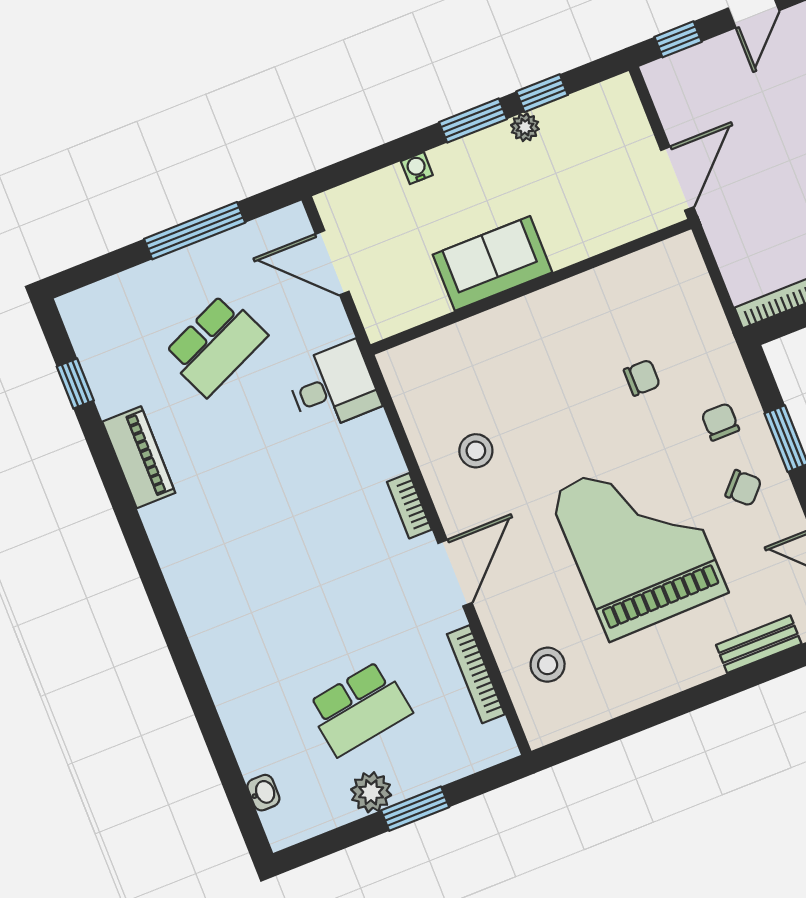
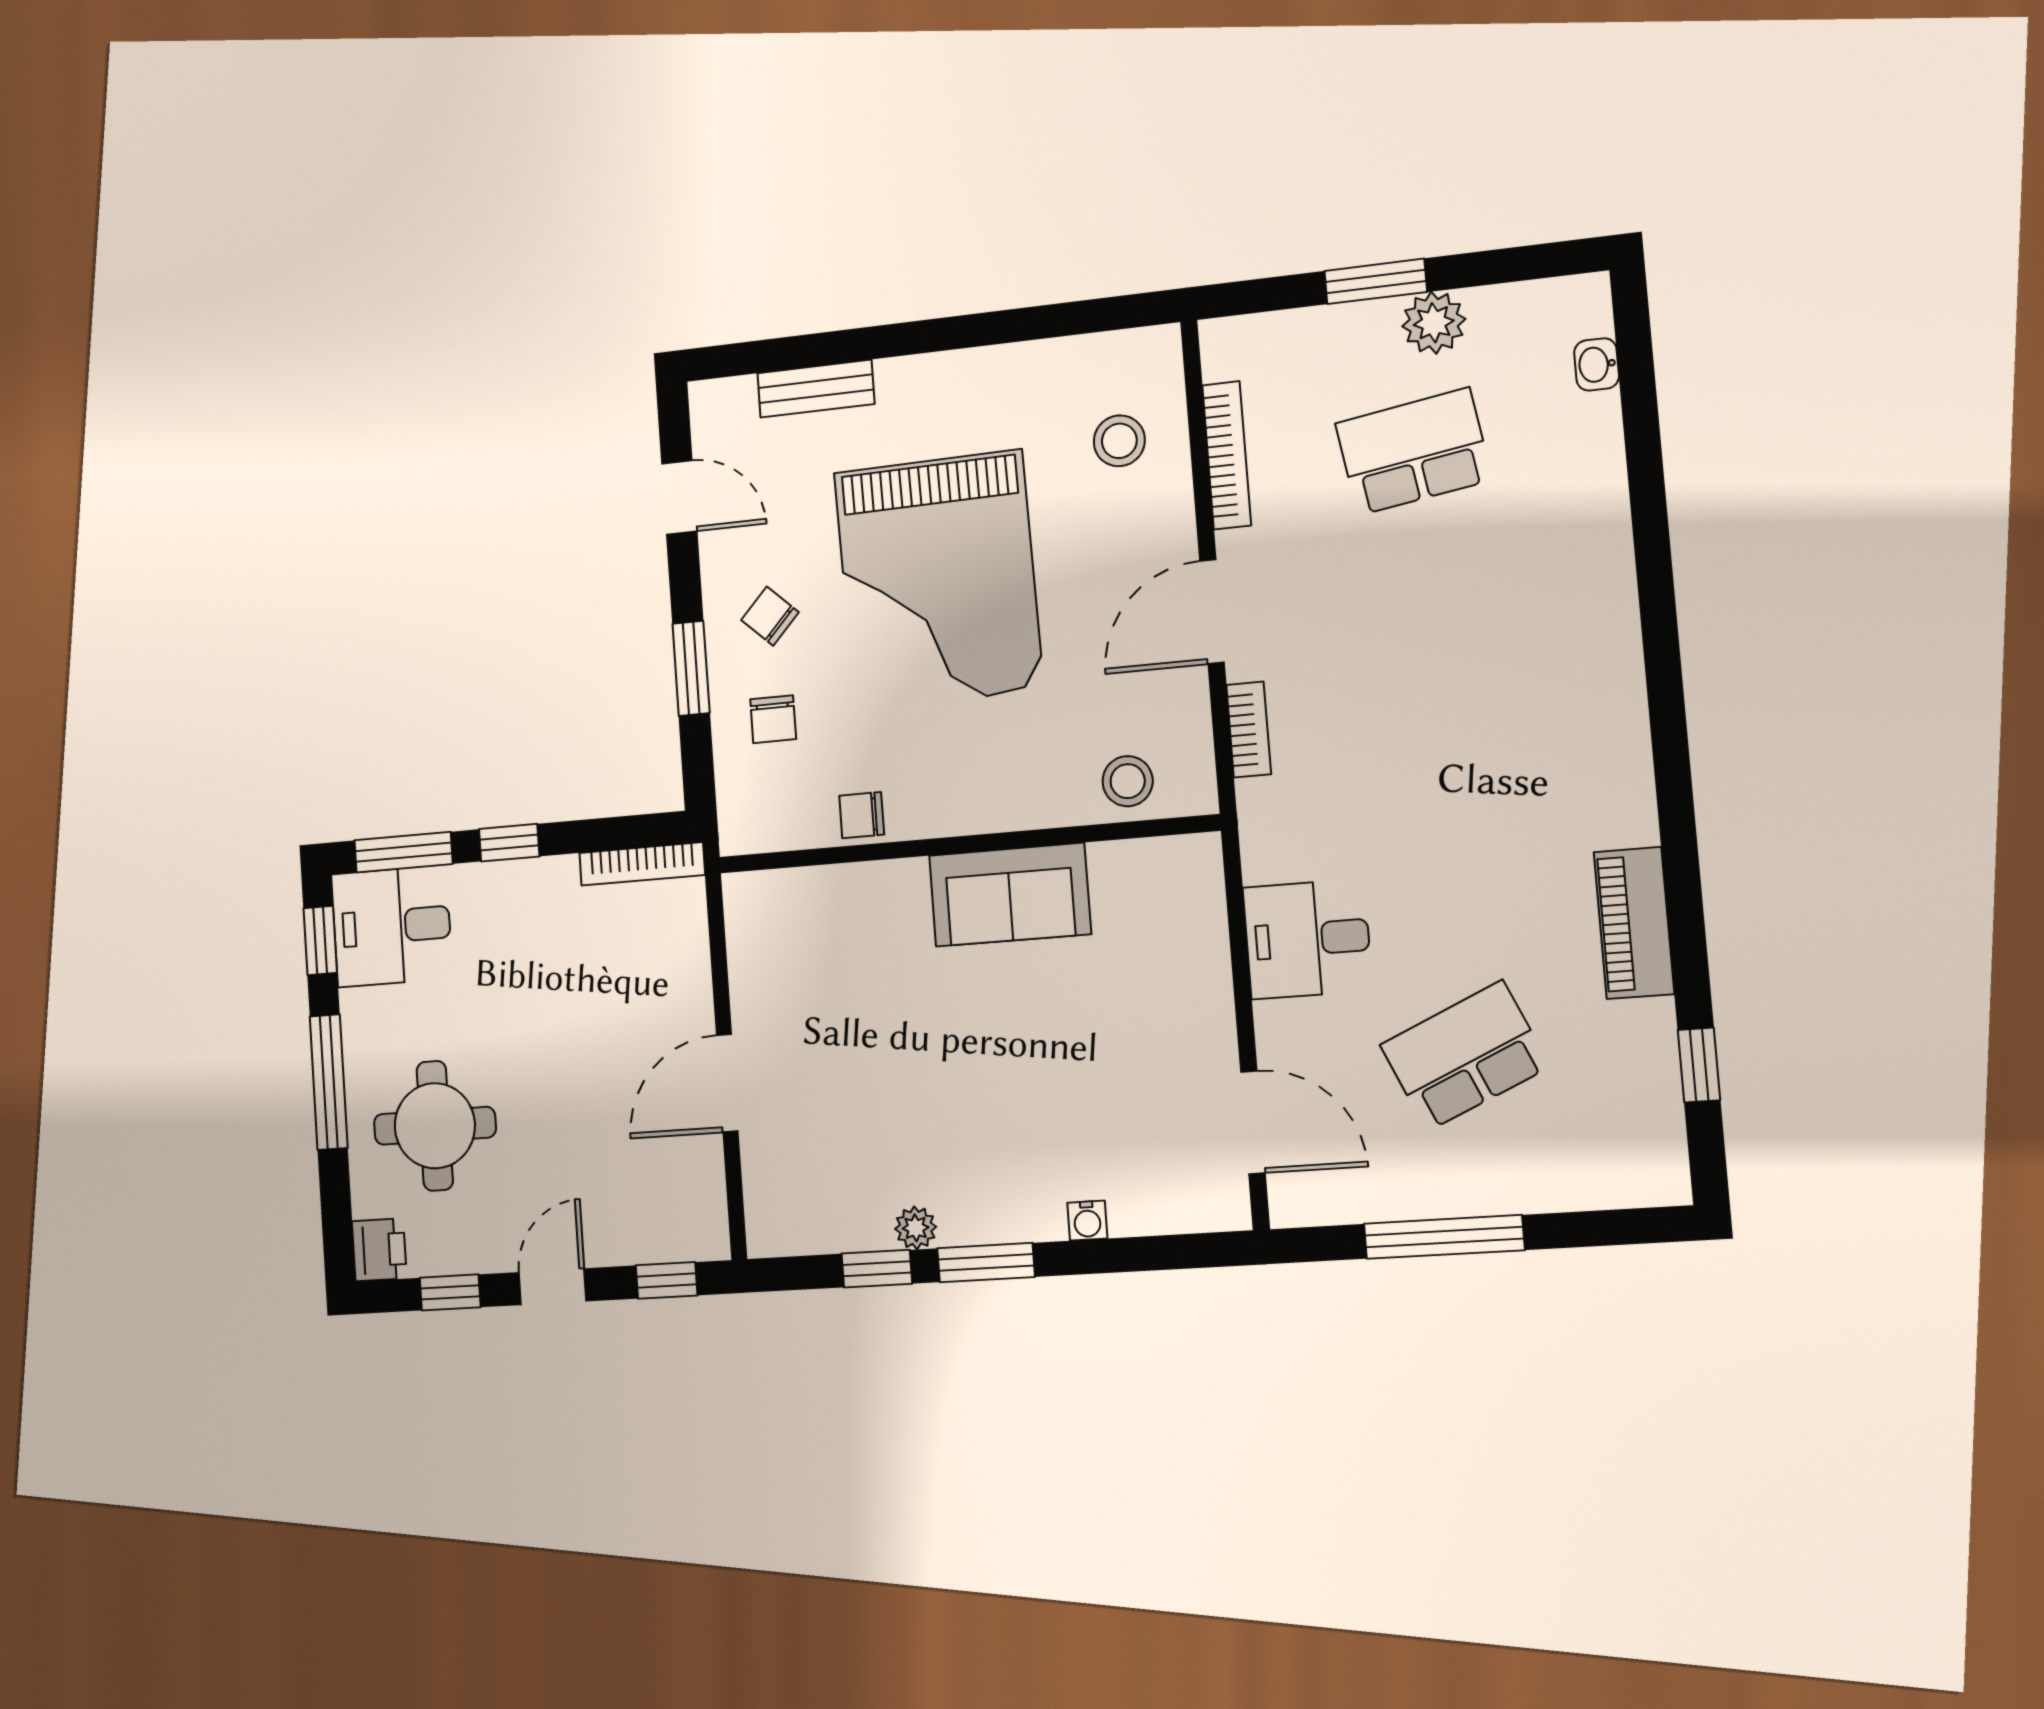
sofa: (493, 263) -> (1010, 895), moved
wall: (531, 287) -> (966, 844), moved

